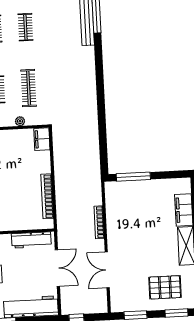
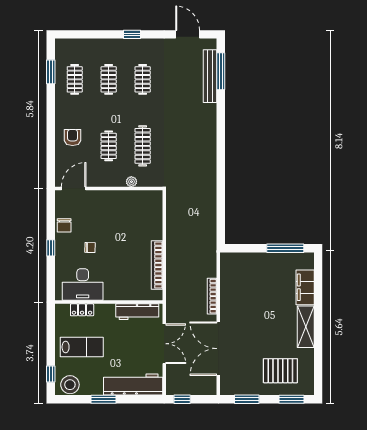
filing cabinet: (42, 139) -> (154, 202), removed
window: (133, 177) -> (285, 248), moved
double door: (107, 270) -> (218, 349), width x1.36

